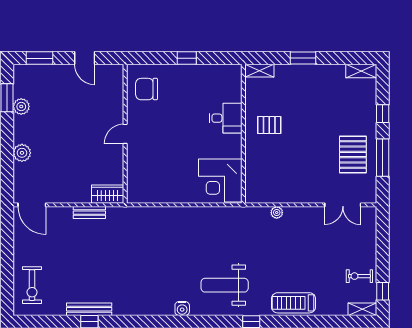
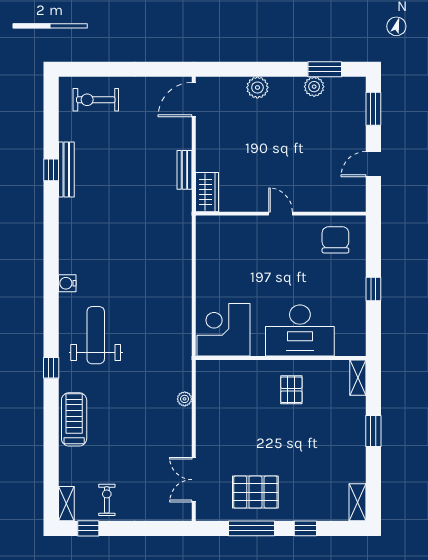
desk: (226, 118) -> (300, 331), width x1.87, depth x1.30

